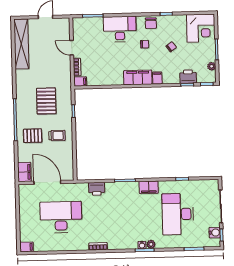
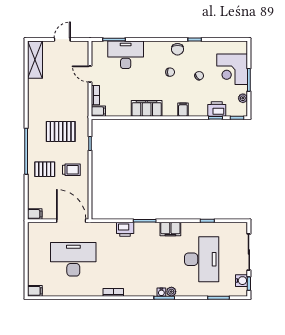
corner desk: (201, 28) -> (232, 69), moved, turned 90
desk: (120, 29) -> (126, 55), moved
shelving: (21, 44) -> (35, 60), width x0.68
filing cabinet: (138, 77) -> (147, 108), moved
pallet: (46, 101) -> (61, 131), turned 90
filing cabinet: (24, 172) -> (35, 214), width x0.50
door: (47, 182) -> (71, 221), moved
printer: (97, 189) -> (125, 229), moved
desk: (178, 214) -> (202, 259), turned 180

